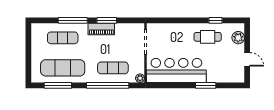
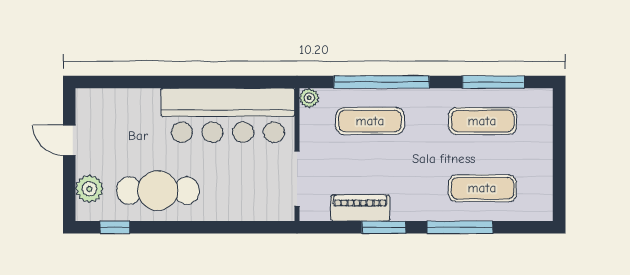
window: (216, 20) -> (115, 227), moved
piano: (101, 29) -> (360, 208), moved
cafe table: (208, 37) -> (158, 191), width x1.37, depth x1.35
exercise mat: (63, 68) -> (482, 121), width x0.73, depth x0.69
window: (206, 85) -> (162, 82), removed

